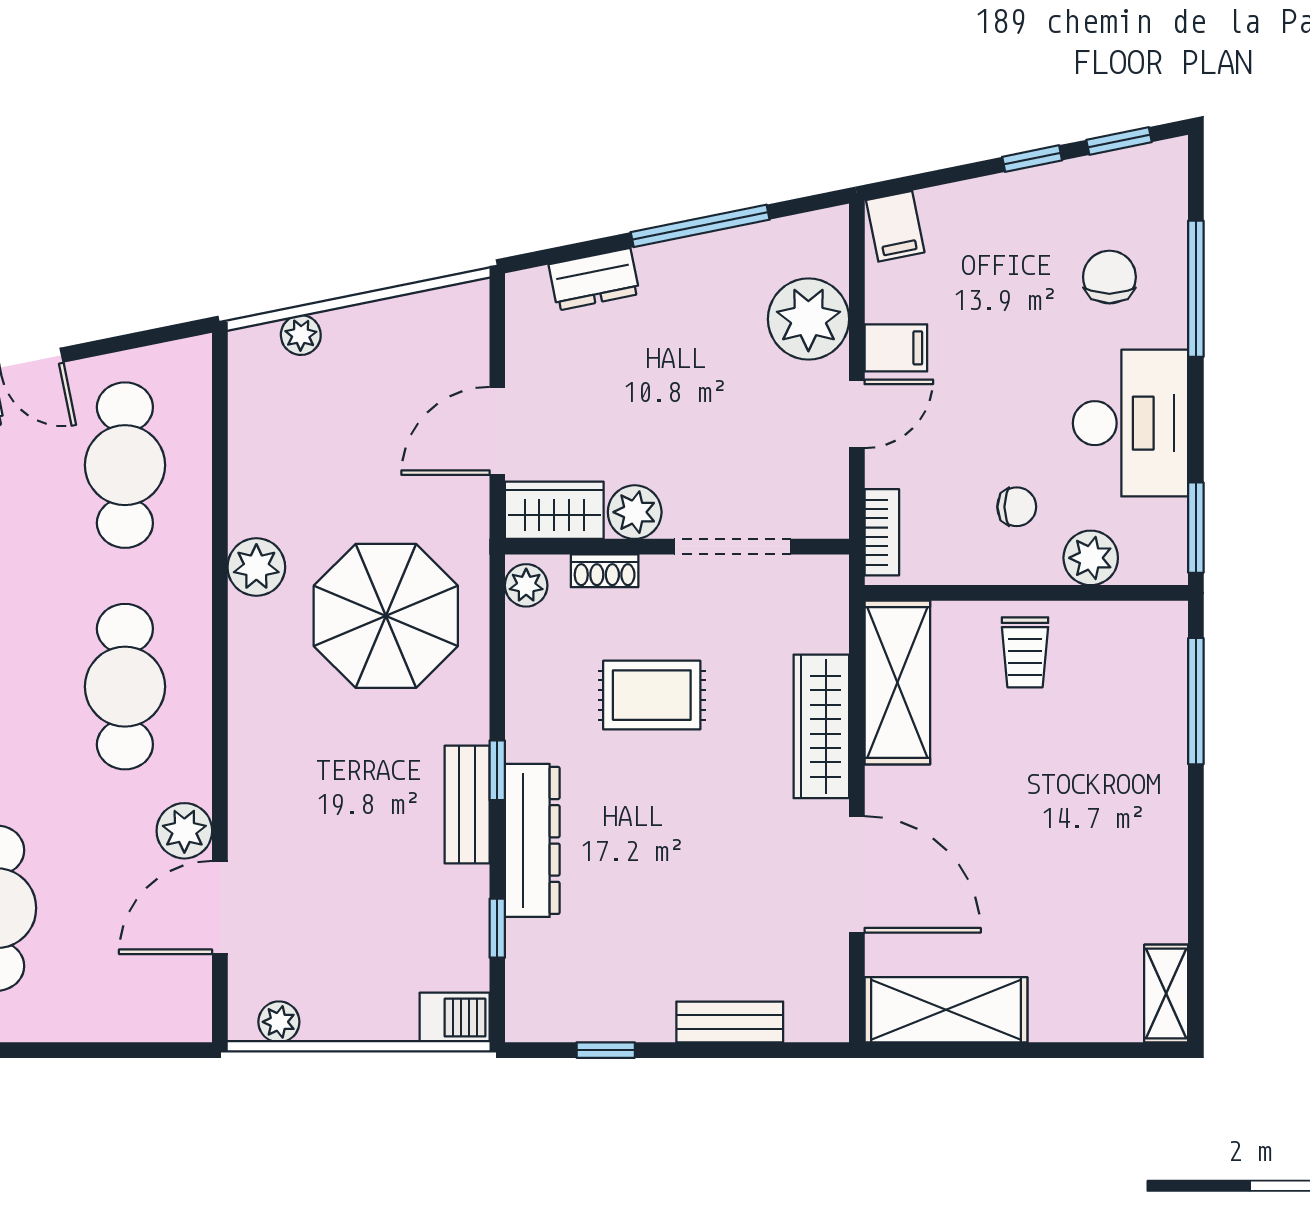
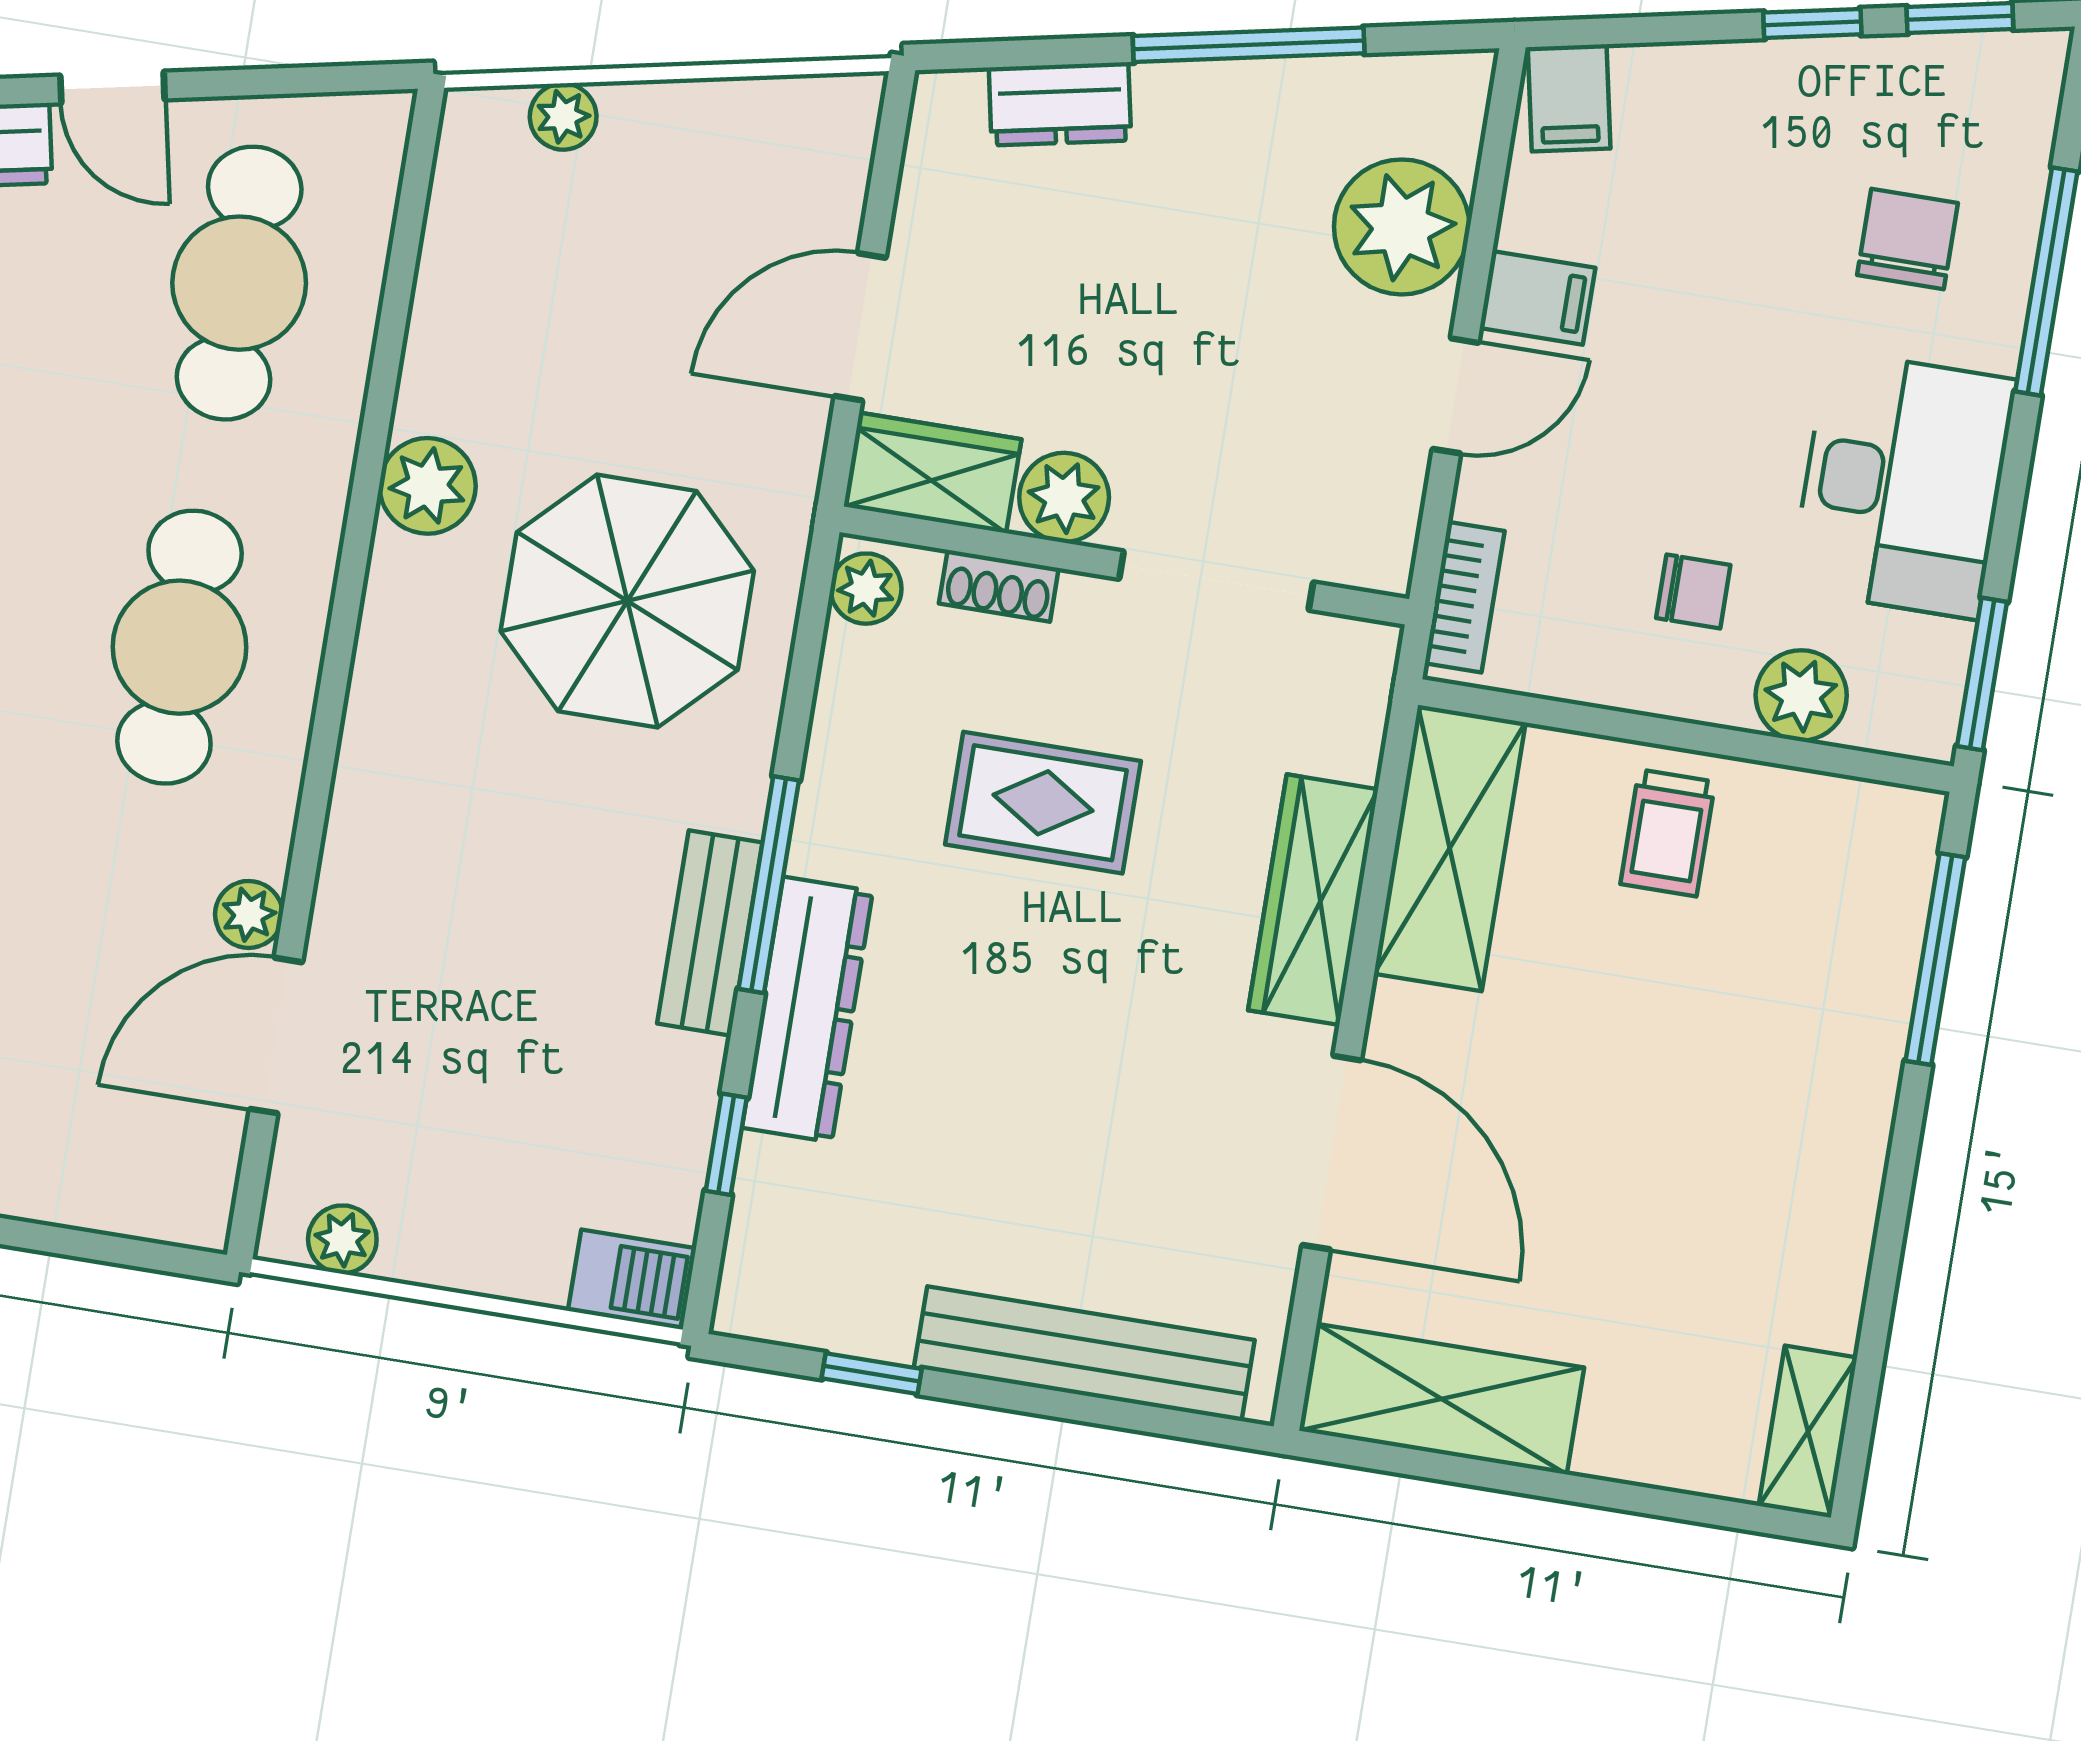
window: (497, 770) -> (769, 885), width x2.17
plant: (184, 831) -> (249, 914), width x0.73, depth x0.73
bench: (730, 1022) -> (1084, 1354), width x1.86, depth x1.21

